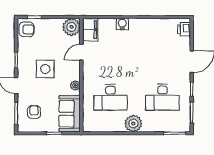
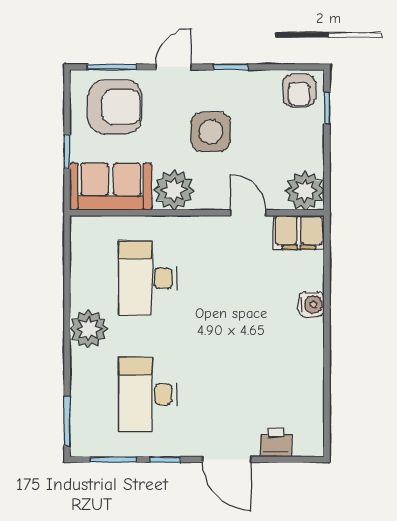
printer: (184, 29) -> (276, 443), moved
plant: (75, 85) -> (174, 190), width x1.88, depth x1.88
armchair: (34, 112) -> (115, 107), width x1.88, depth x1.88

